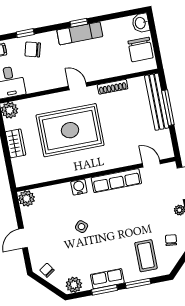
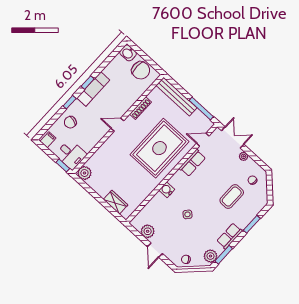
window: (25, 33) -> (70, 102), moved
window: (168, 108) -> (201, 108), moved
rug: (70, 130) -> (159, 148), moved
wardrobe: (15, 143) -> (116, 202), moved
row of seats: (116, 181) -> (192, 163), width x0.68
plant: (27, 198) -> (148, 231), moved
coffee table: (146, 256) -> (232, 197), moved, turned 90
window: (105, 290) -> (224, 255), moved

